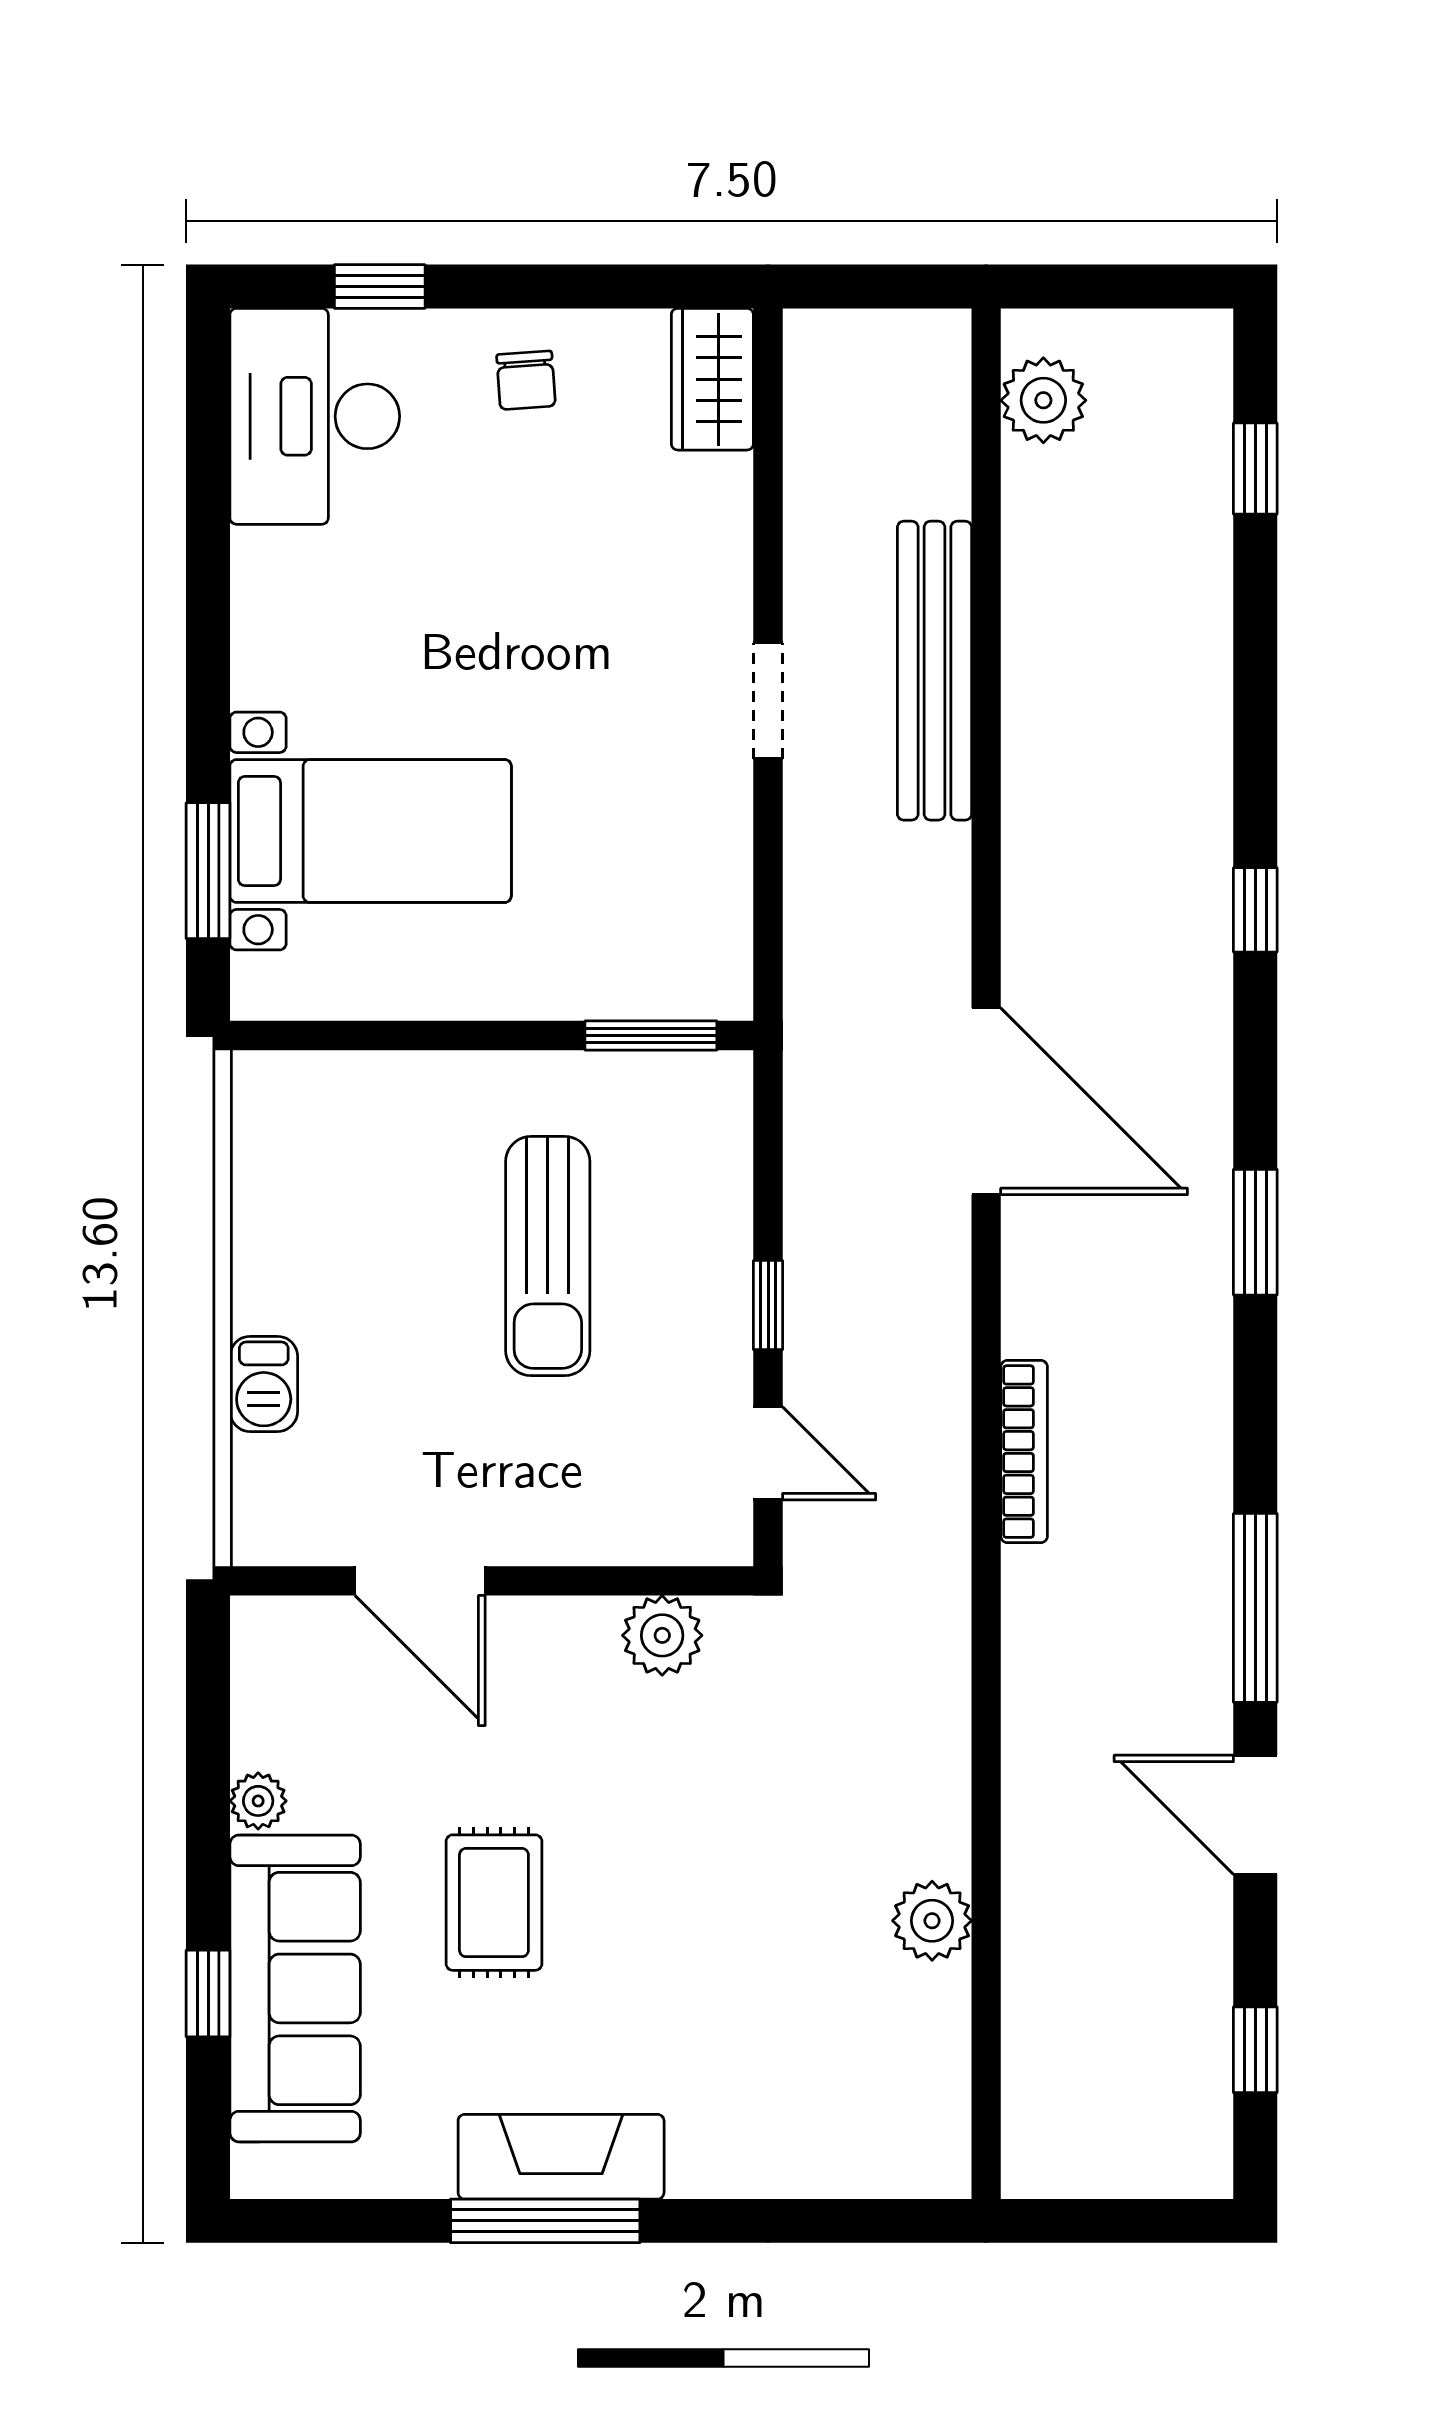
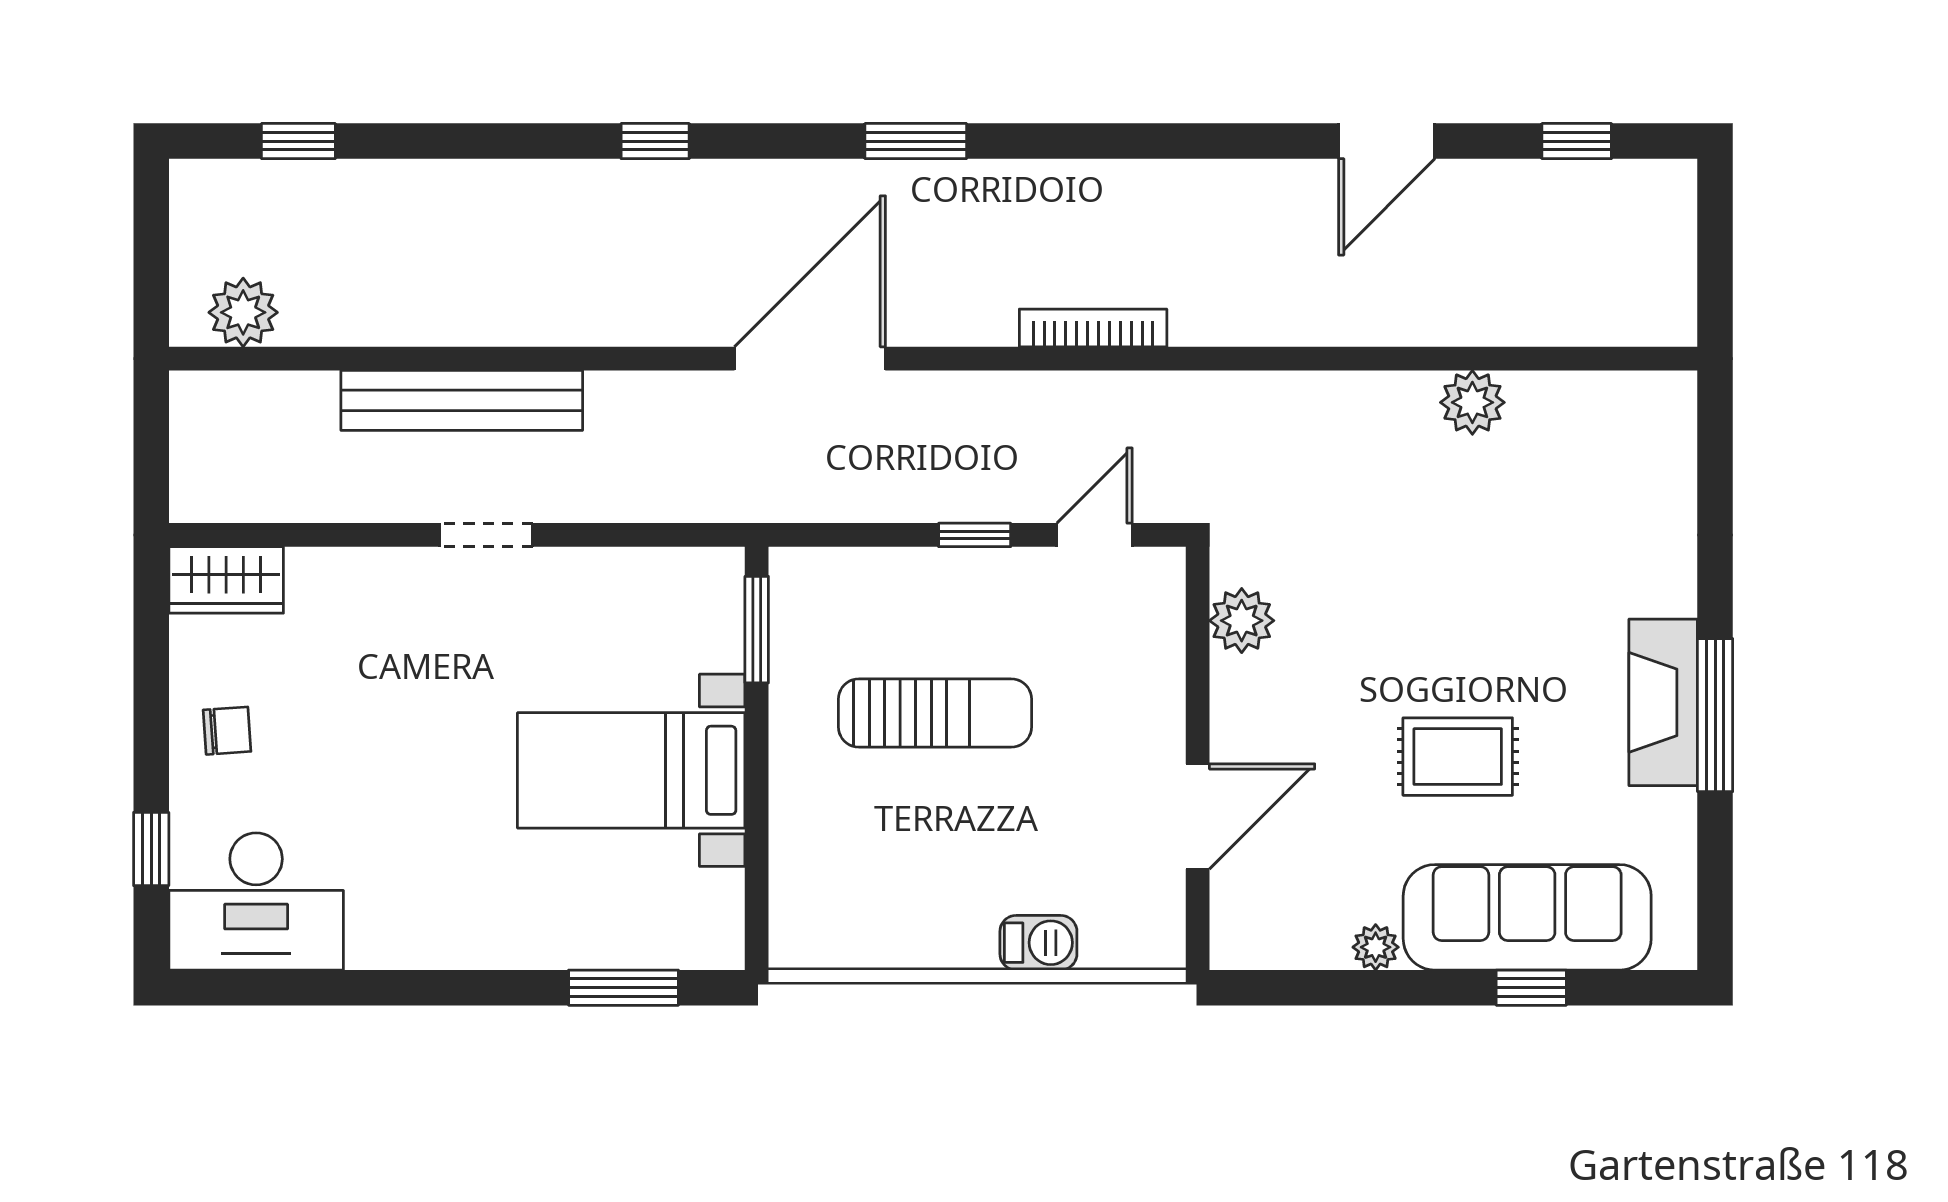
bed with nightstands: (371, 831) -> (631, 770), moved, turned -90
window: (1255, 1608) -> (1219, 141), removed

